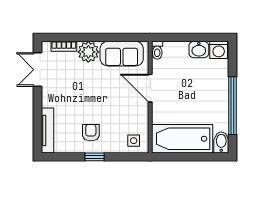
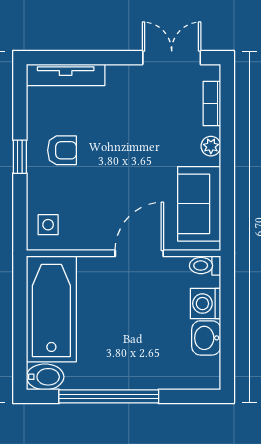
washing machine: (219, 50) -> (206, 304), moved
plant: (88, 52) -> (211, 146), width x0.53, depth x0.53

